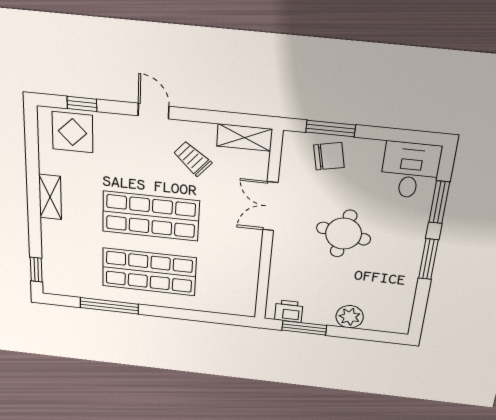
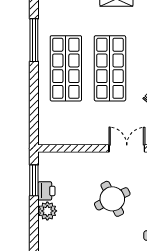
round table: (344, 234) -> (112, 199), turned -37
printer: (289, 311) -> (46, 191), moved

